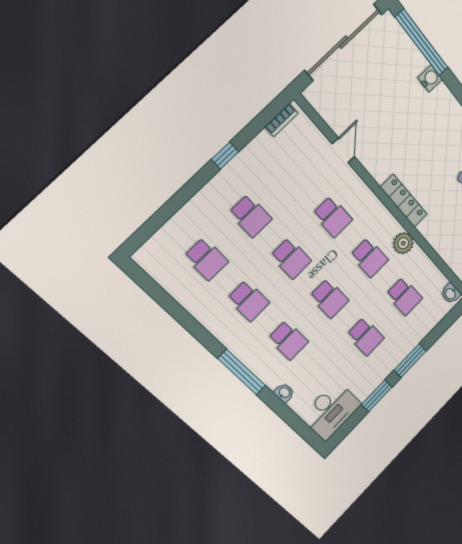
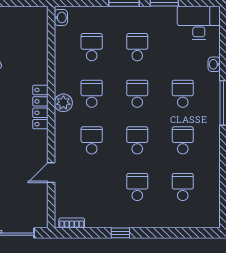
plant: (403, 243) -> (63, 103), moved

